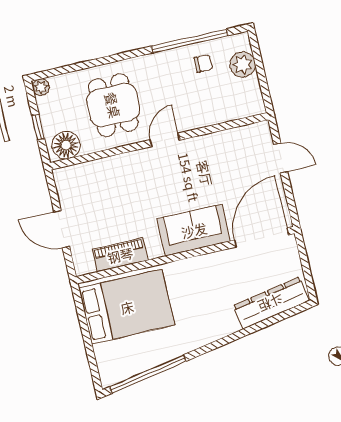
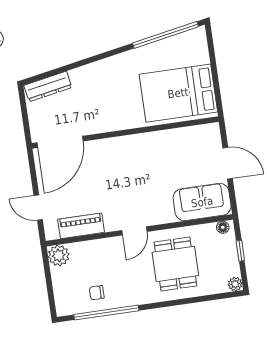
plant: (243, 65) -> (59, 255), moved
floor lamp: (66, 145) -> (223, 227), width x0.53, depth x0.53
sofa: (194, 230) -> (202, 202), moved, turned 180
piano: (120, 255) -> (81, 226), moved, turned 180
dresser: (271, 303) -> (48, 86), width x0.73, depth x0.80

